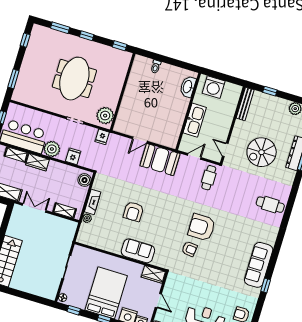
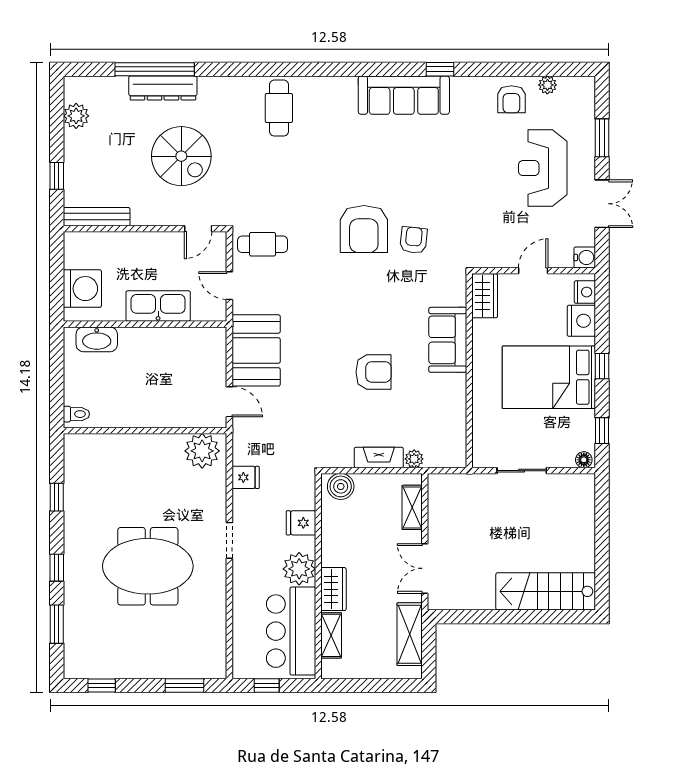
wall: (123, 92) -> (145, 431), moved
plant: (105, 116) -> (202, 451), moved

